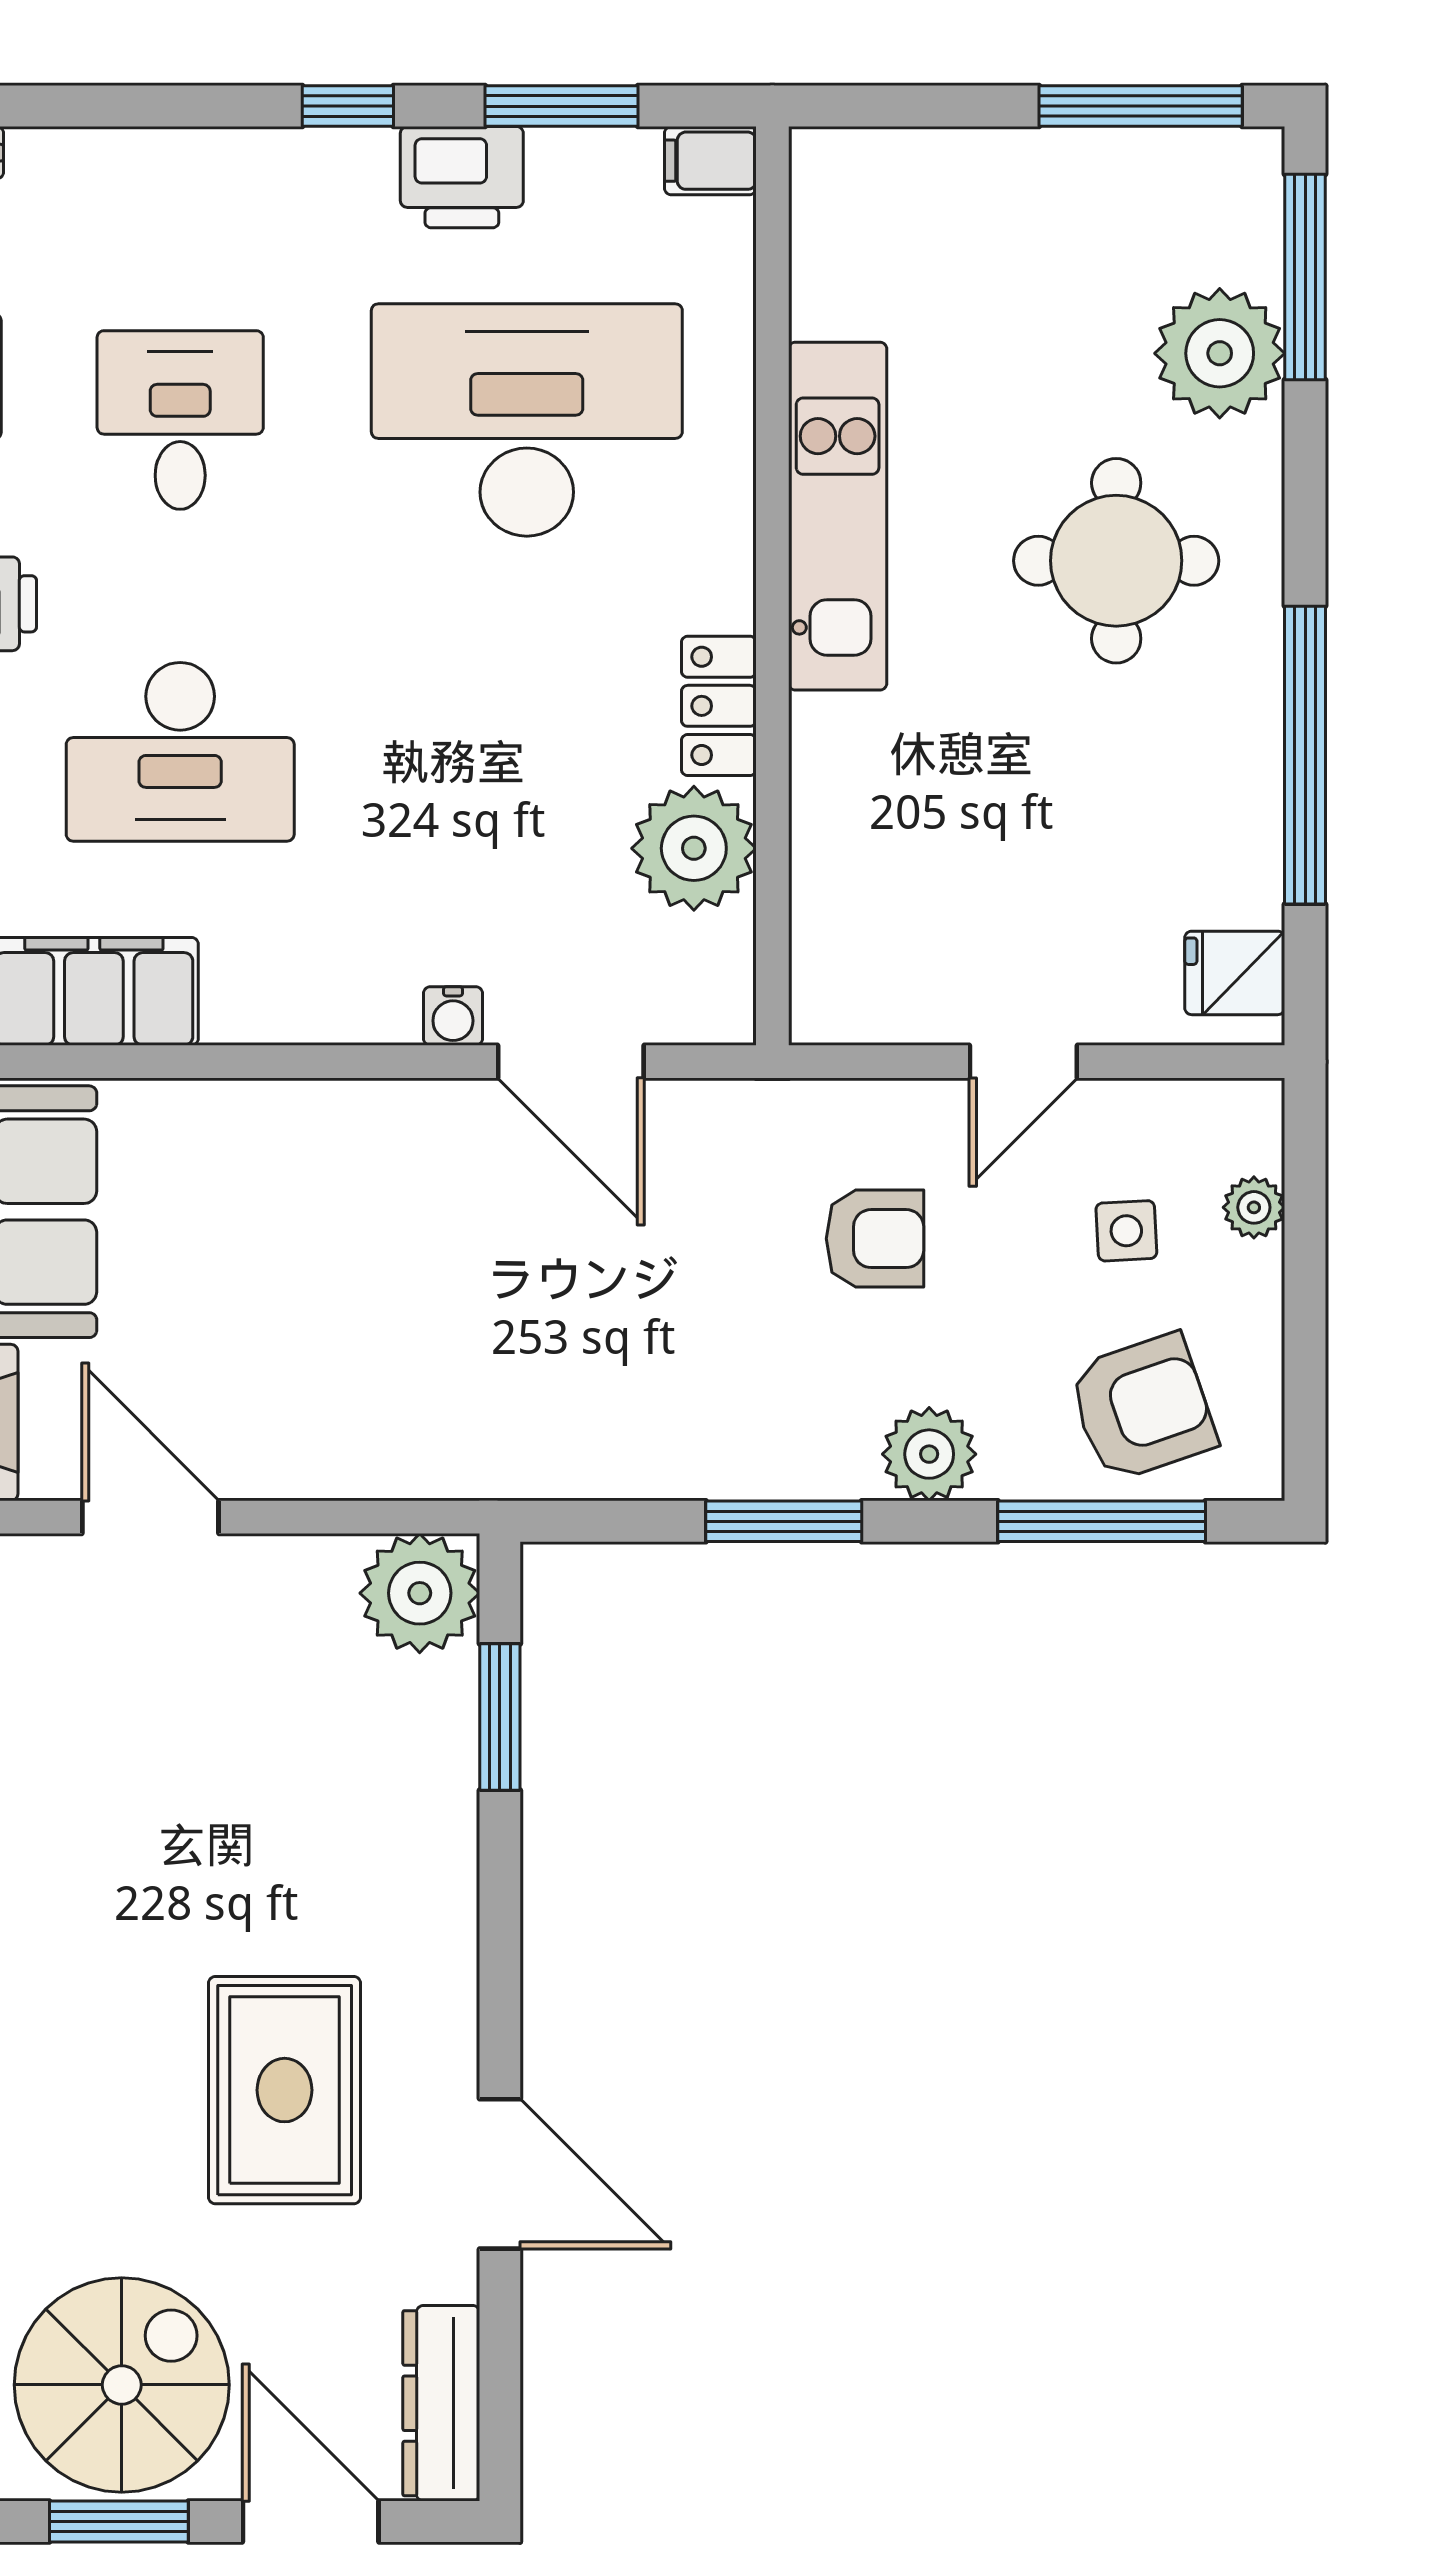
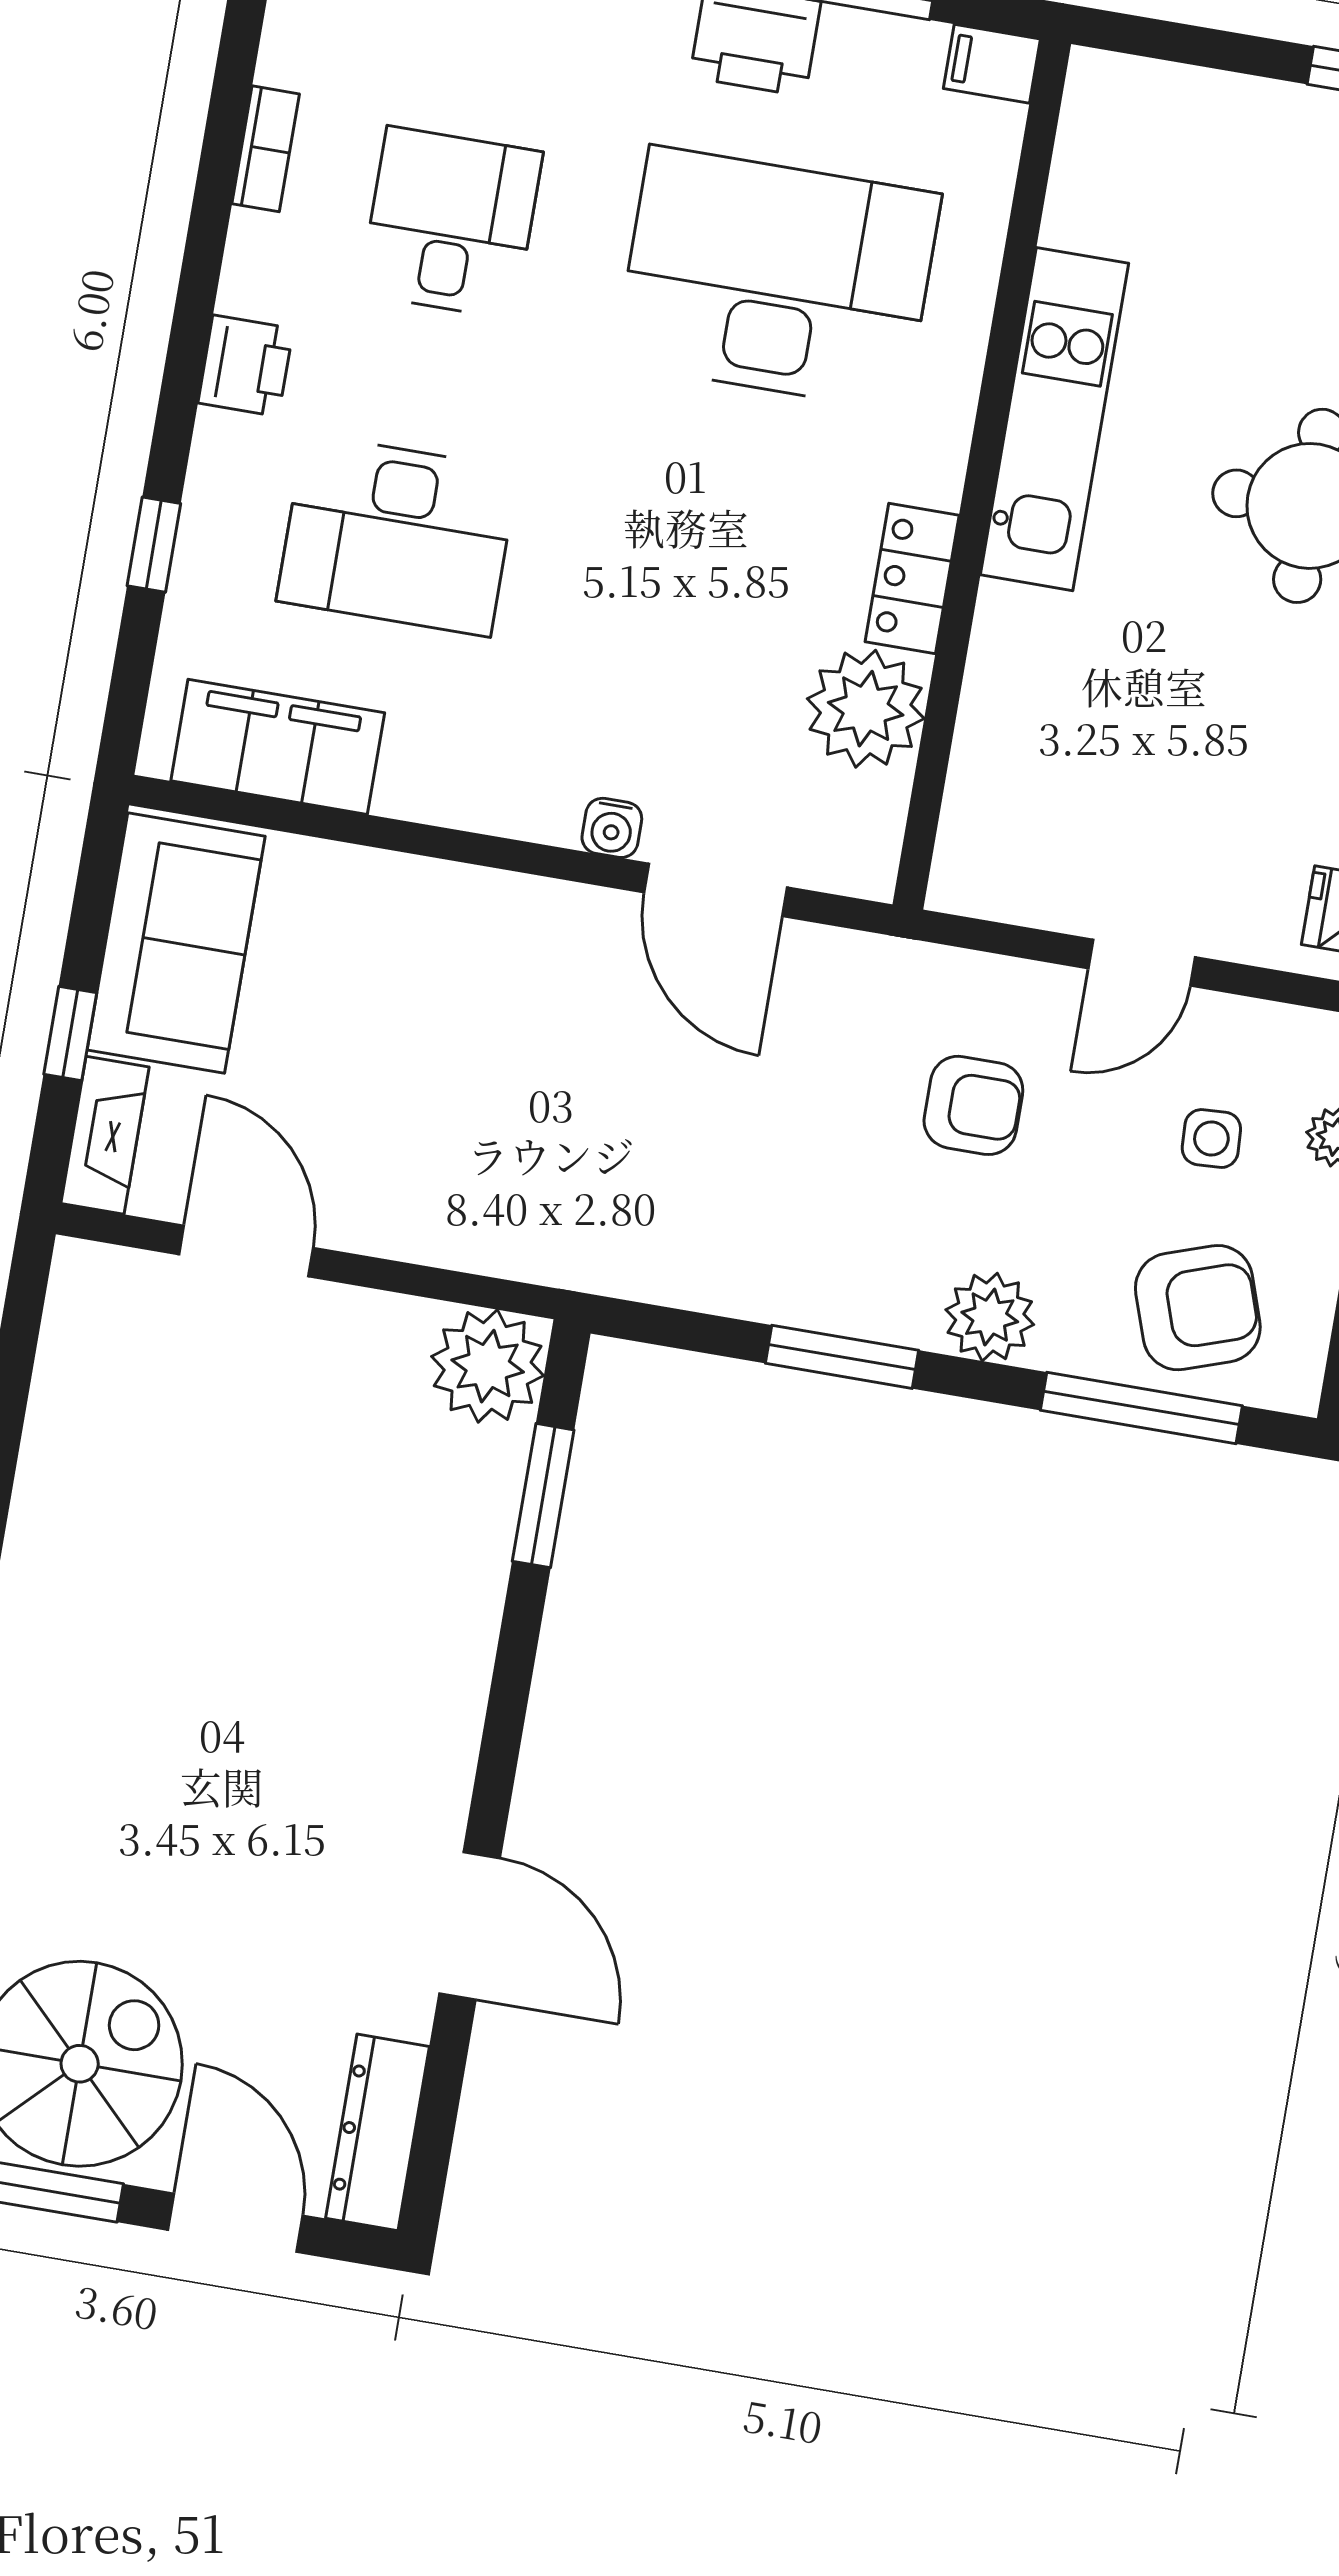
rug: (285, 2090) -> (280, 1812), removed

